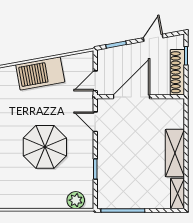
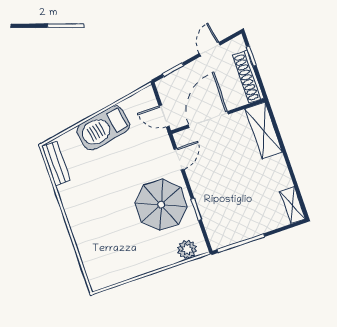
door: (95, 81) -> (164, 116), hinge flipped
door: (95, 122) -> (179, 159), swing flipped
parasol: (45, 147) -> (161, 205), moved
shelving: (175, 153) -> (264, 131), moved

